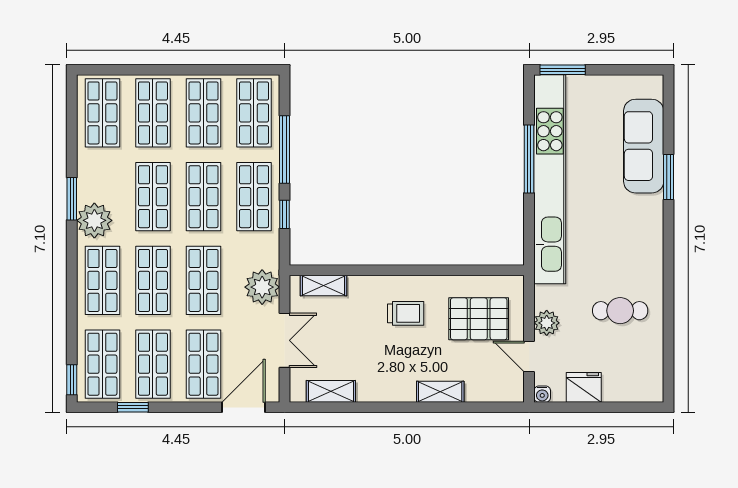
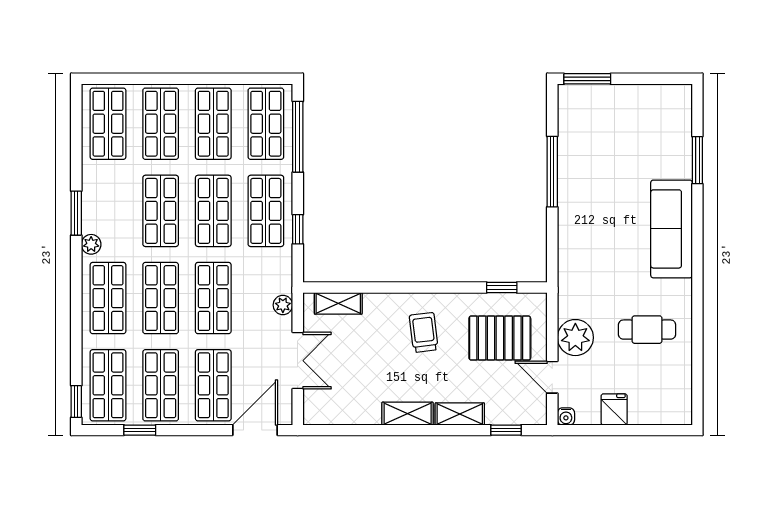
sofa: (644, 146) -> (672, 229), moved
window: (285, 149) -> (298, 137), moved
window: (668, 177) -> (697, 160), moved
kitchen unit: (550, 179) -> (574, 193), removed
plant: (94, 220) -> (91, 244), width x0.53, depth x0.53
window: (481, 270) -> (502, 288), added
plant: (262, 287) -> (283, 305), width x0.53, depth x0.53
trolley: (406, 313) -> (424, 332), turned -97
plant: (547, 323) -> (575, 338), width x1.36, depth x1.36
fridge: (584, 387) -> (614, 409), width x0.72
shelving: (331, 391) -> (408, 414), moved
window: (485, 407) -> (506, 430), added

